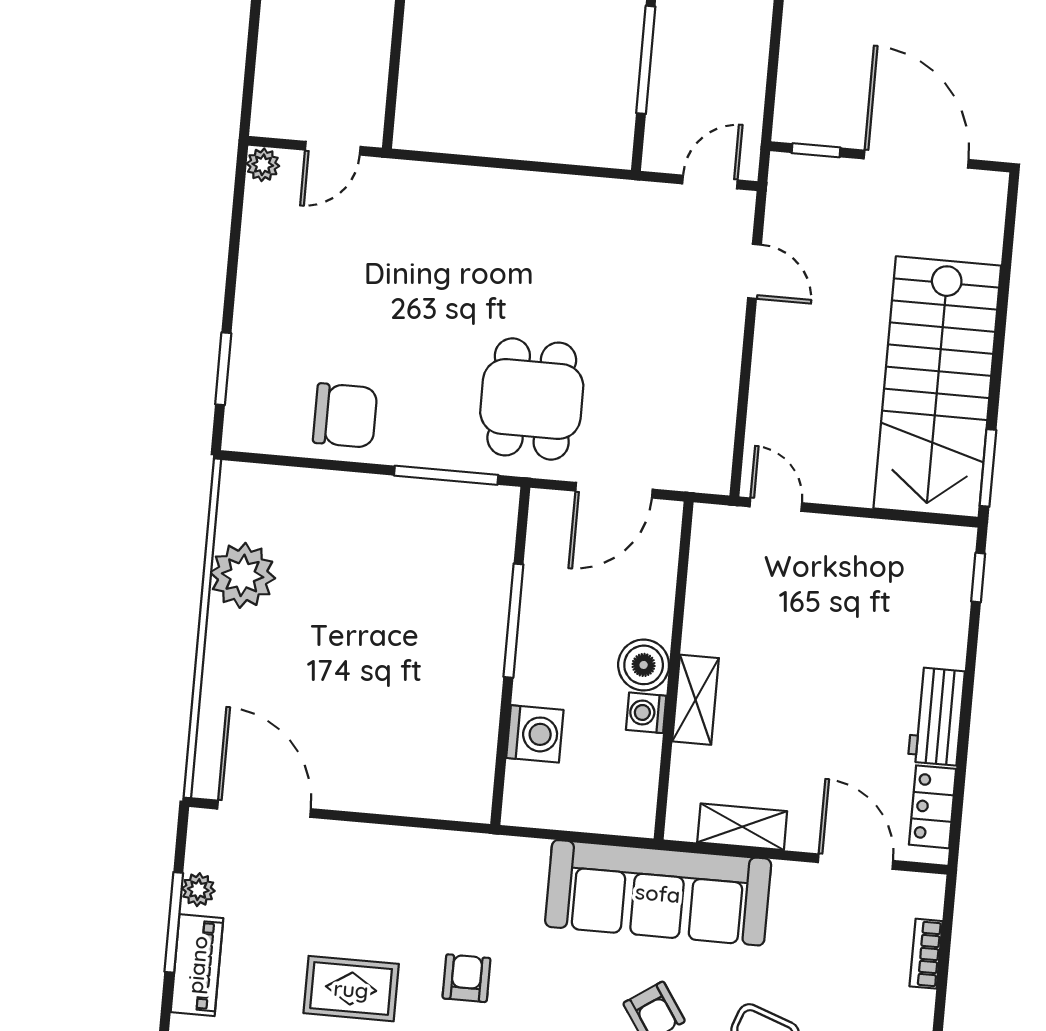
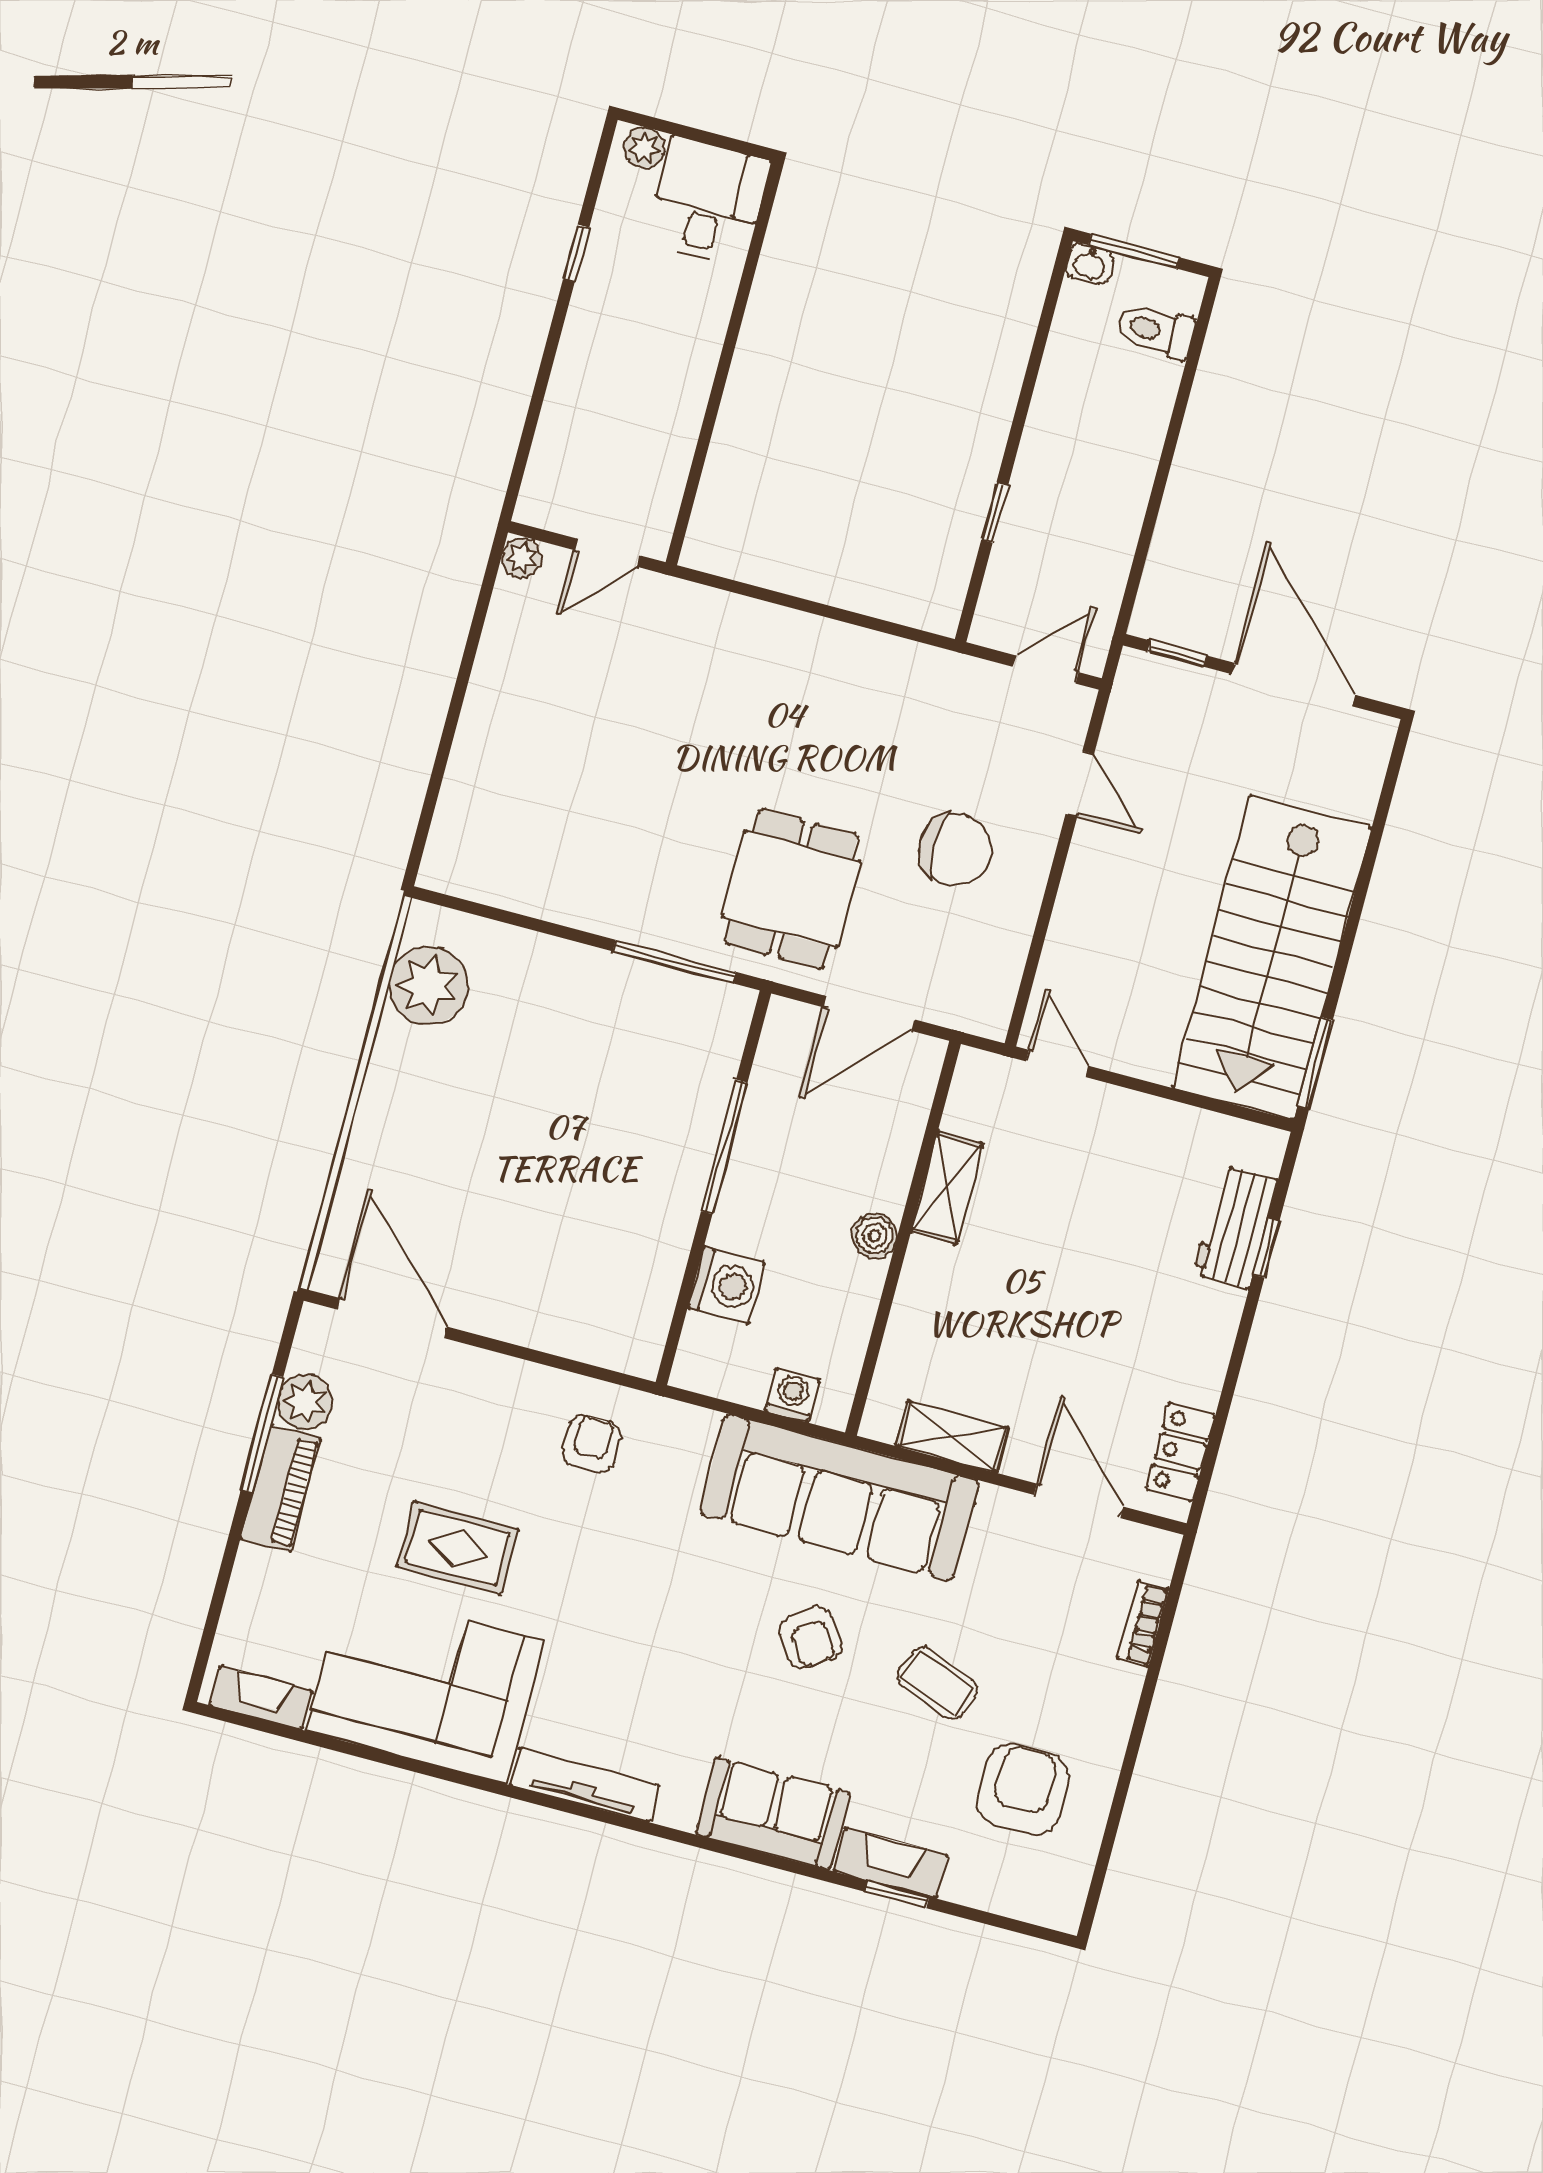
window: (646, 60) -> (995, 512), width x0.46
window: (223, 369) -> (433, 791), removed
chair: (345, 415) -> (955, 849), moved
plant: (243, 575) -> (428, 985), moved
window: (978, 578) -> (1266, 1248), moved
boiler: (644, 665) -> (875, 1236), width x0.73, depth x0.73
shelving: (696, 700) -> (947, 1188), moved
washing machine: (646, 713) -> (792, 1395), moved, turned 90
workbench: (936, 716) -> (1235, 1227), moved
plant: (198, 890) -> (305, 1402), width x1.38, depth x1.38
armchair: (466, 978) -> (592, 1444), moved

